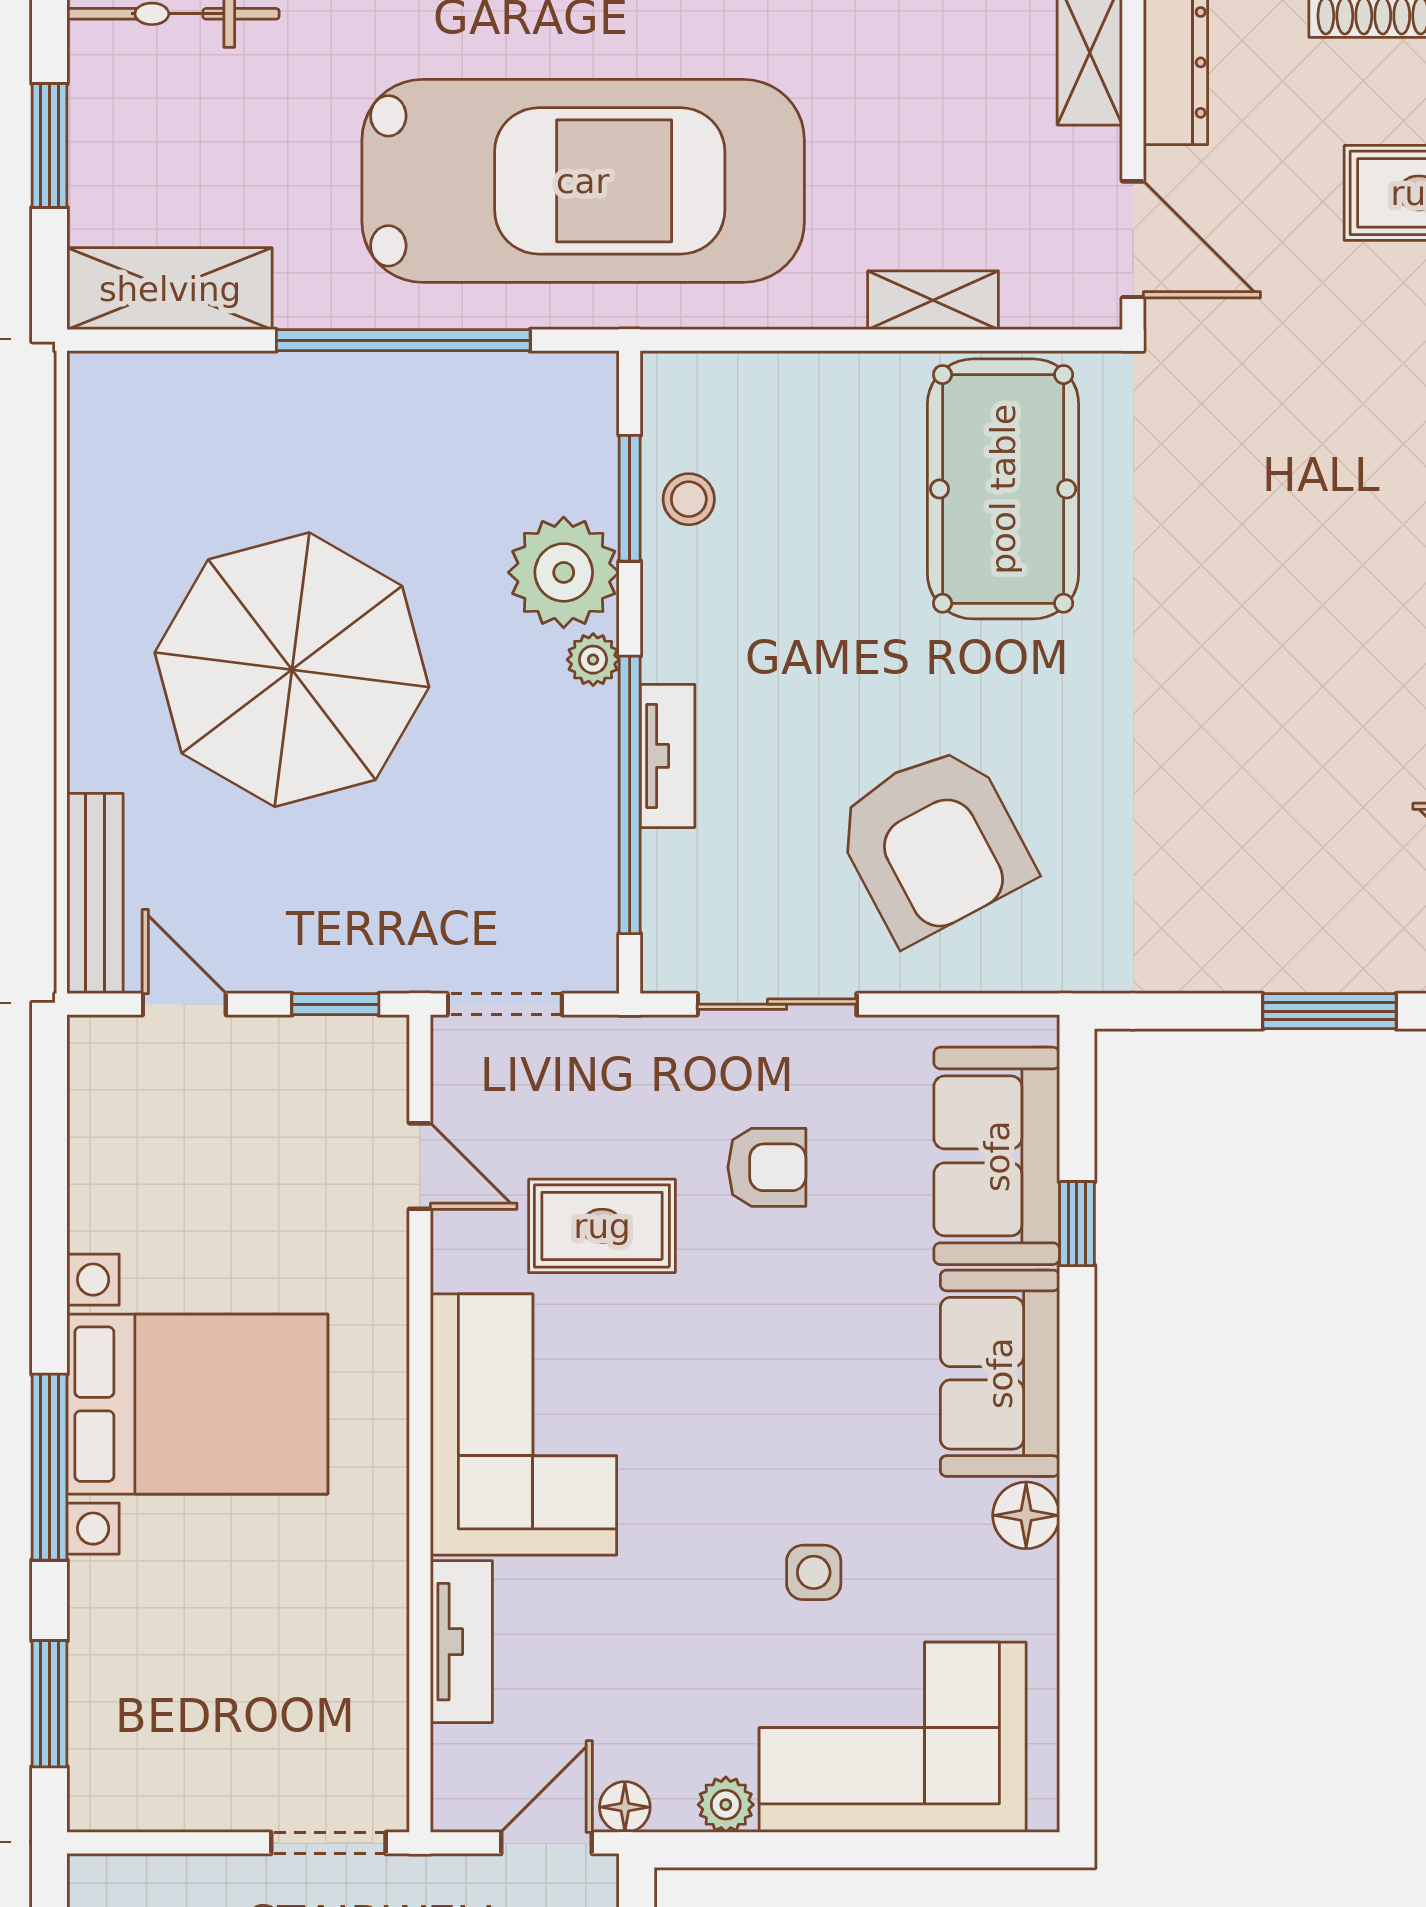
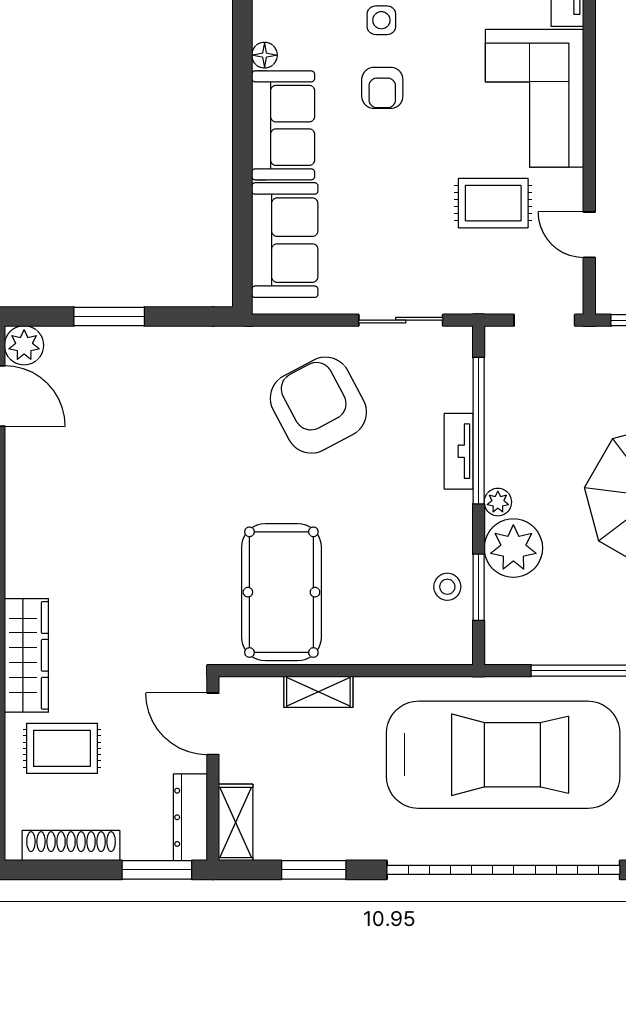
car: (583, 181) -> (503, 755), turned 180
armchair: (767, 1167) -> (382, 88), moved, turned -90
window: (1077, 1224) -> (242, 204), removed
floor lamp: (1026, 1515) -> (265, 55), width x0.73, depth x0.73

